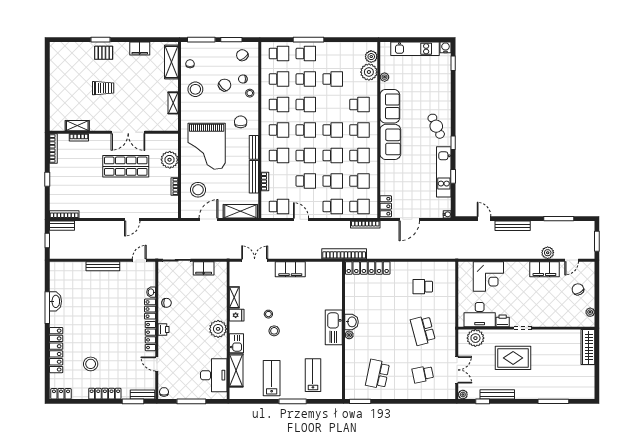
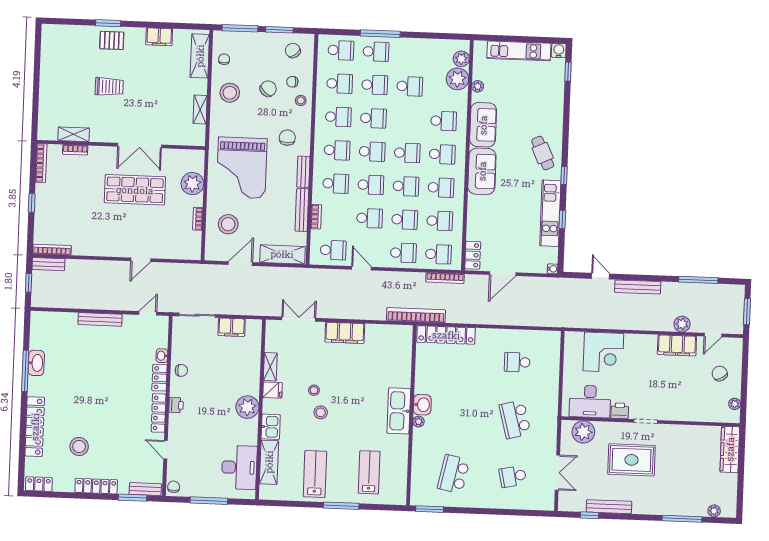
plant: (463, 395) -> (714, 511), moved

